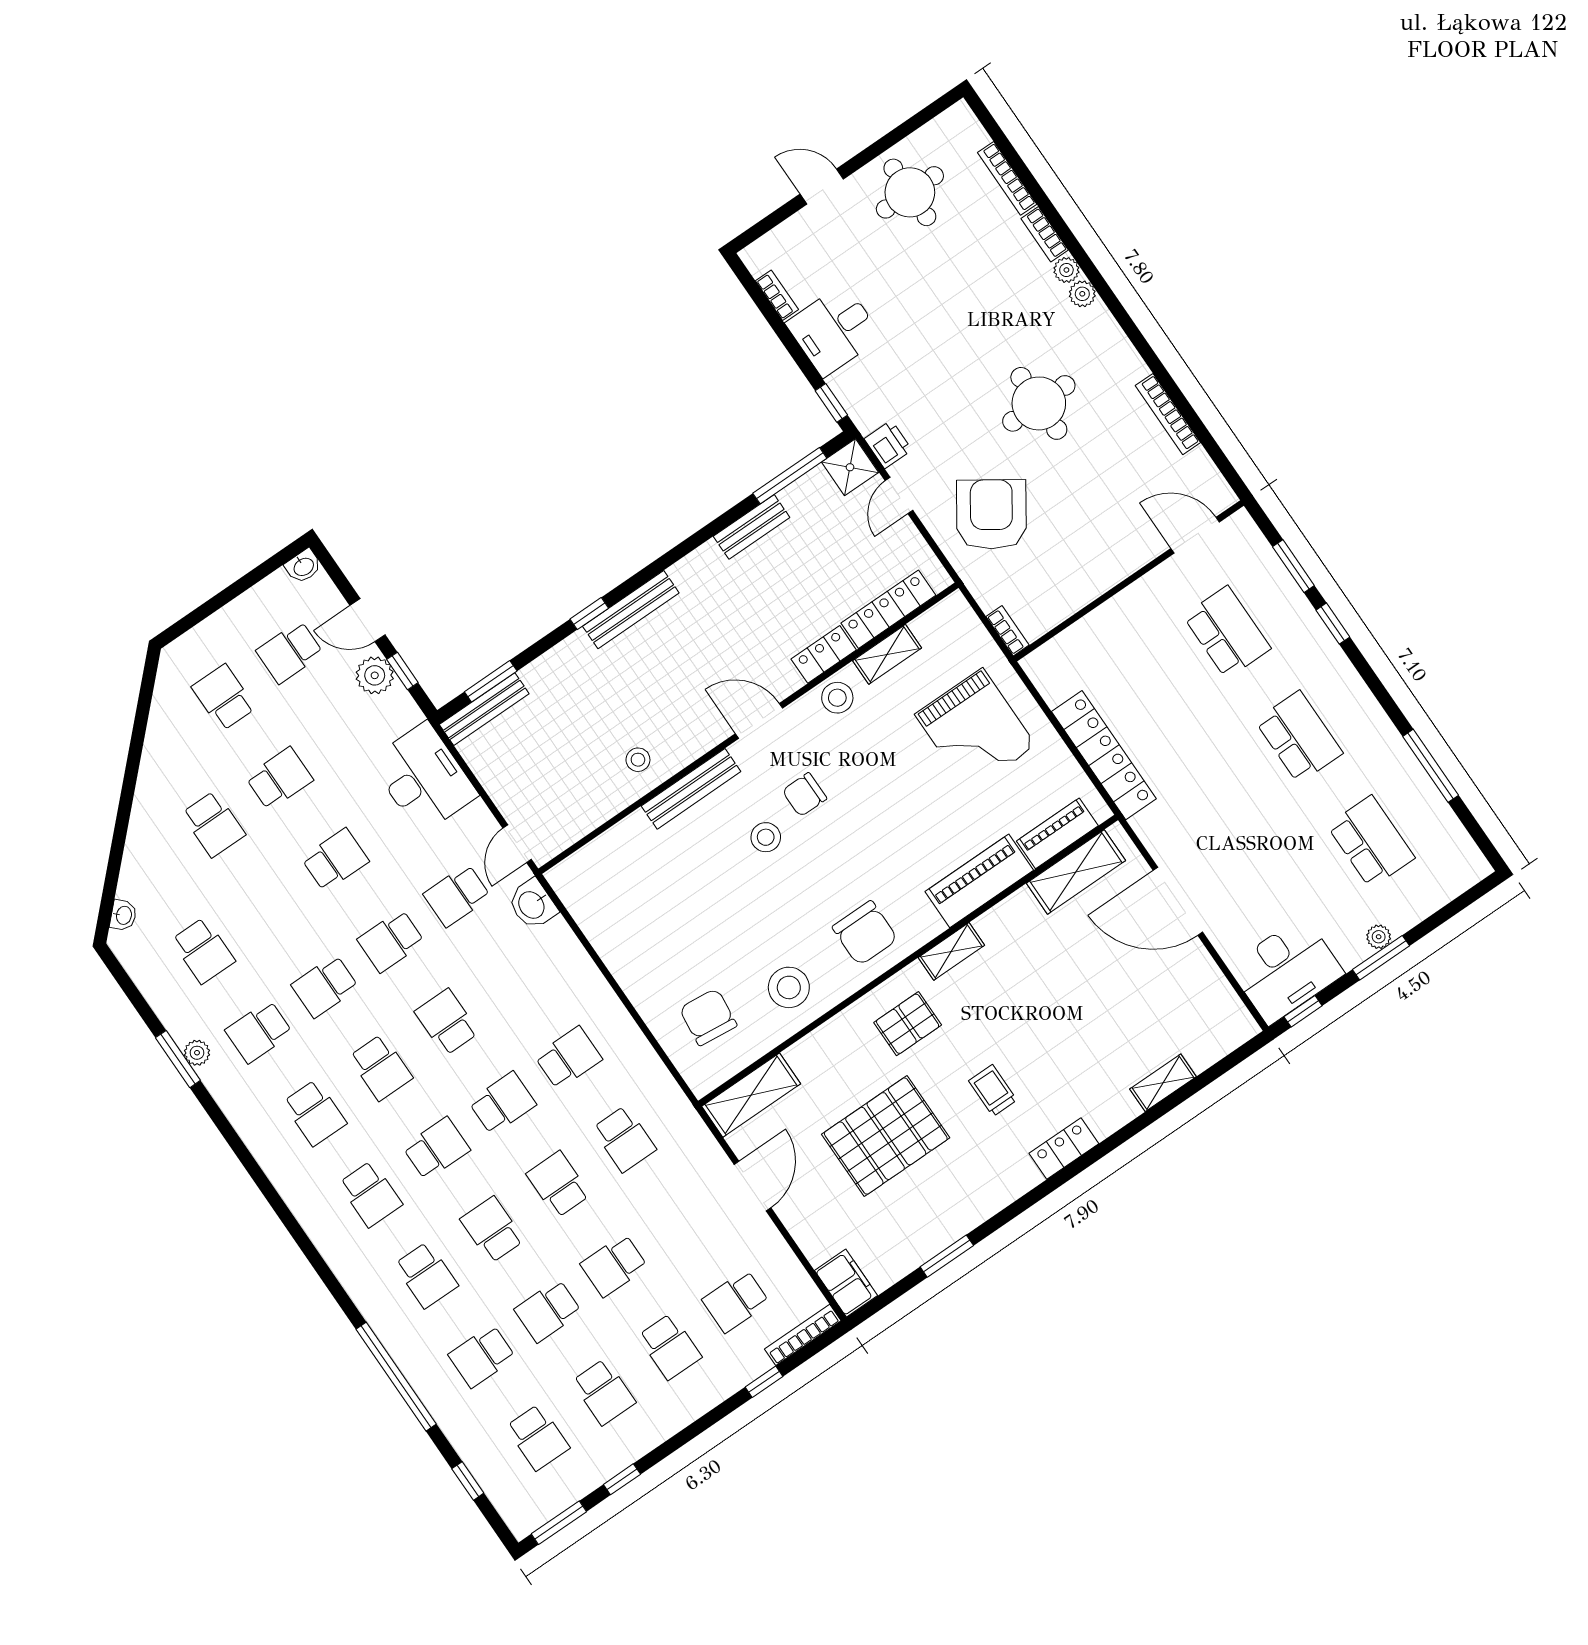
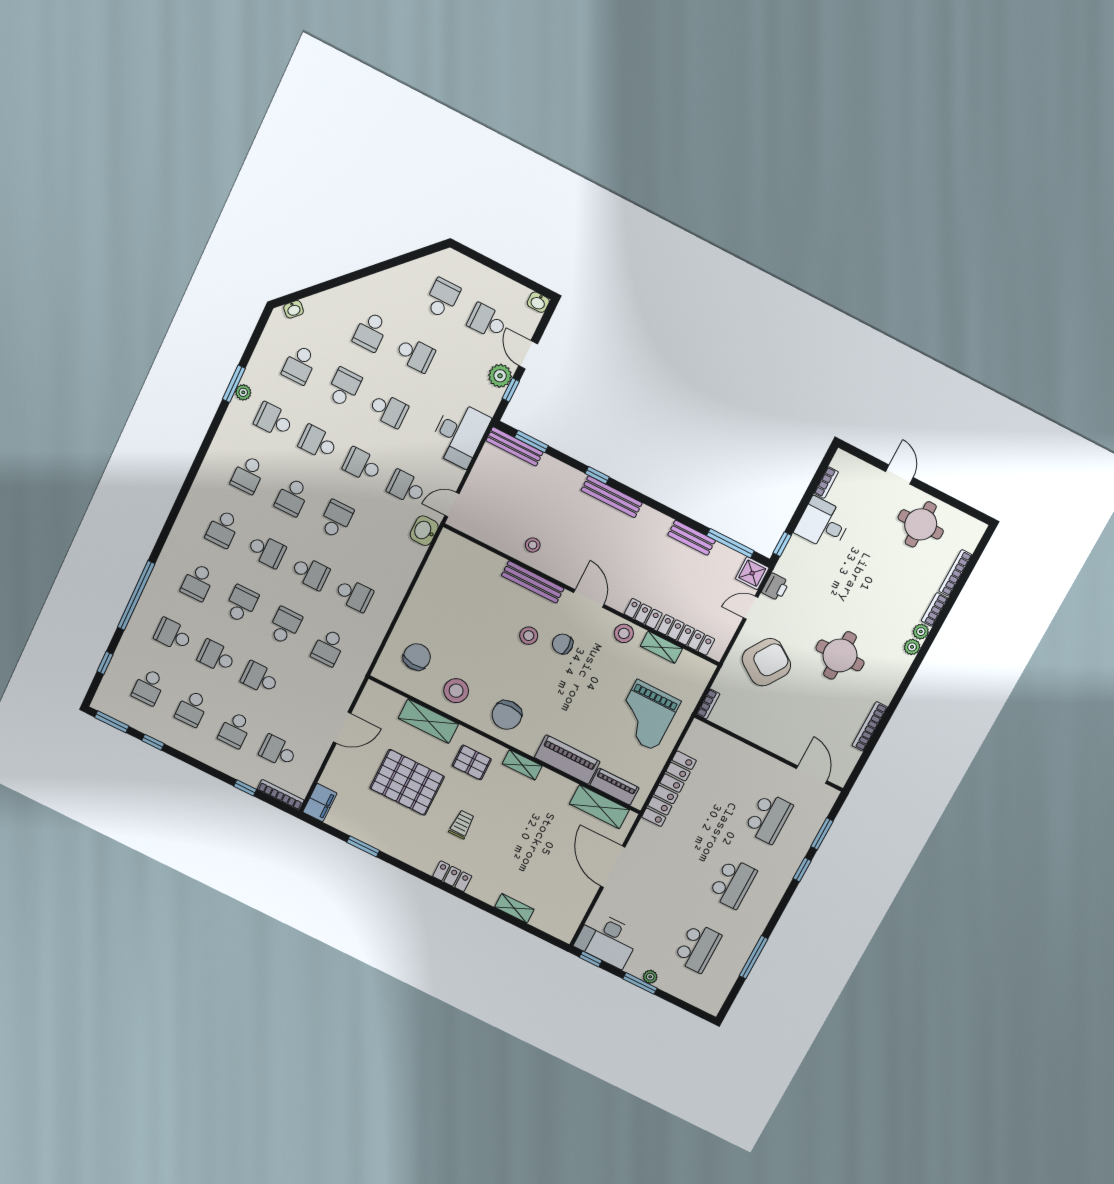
school desk: (269, 905) -> (344, 387), added
shelving: (751, 1095) -> (428, 721), moved

